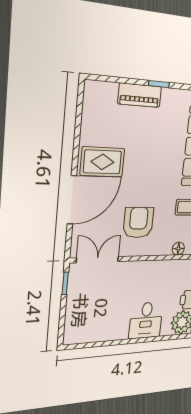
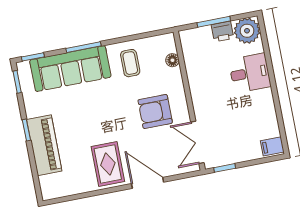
piano: (140, 95) -> (44, 145), width x1.37, depth x1.33
door: (72, 200) -> (148, 183), width x0.73
filing cabinet: (73, 334) -> (272, 146), added

